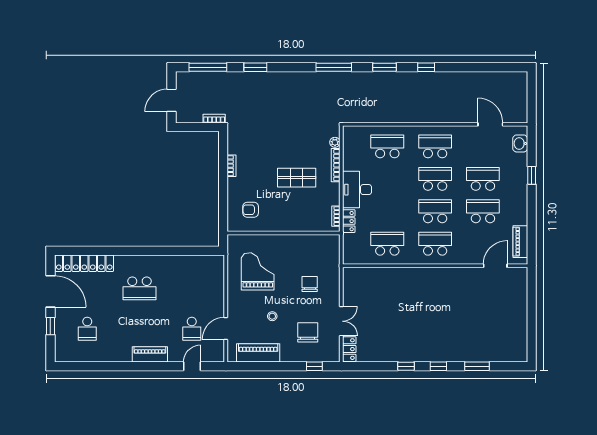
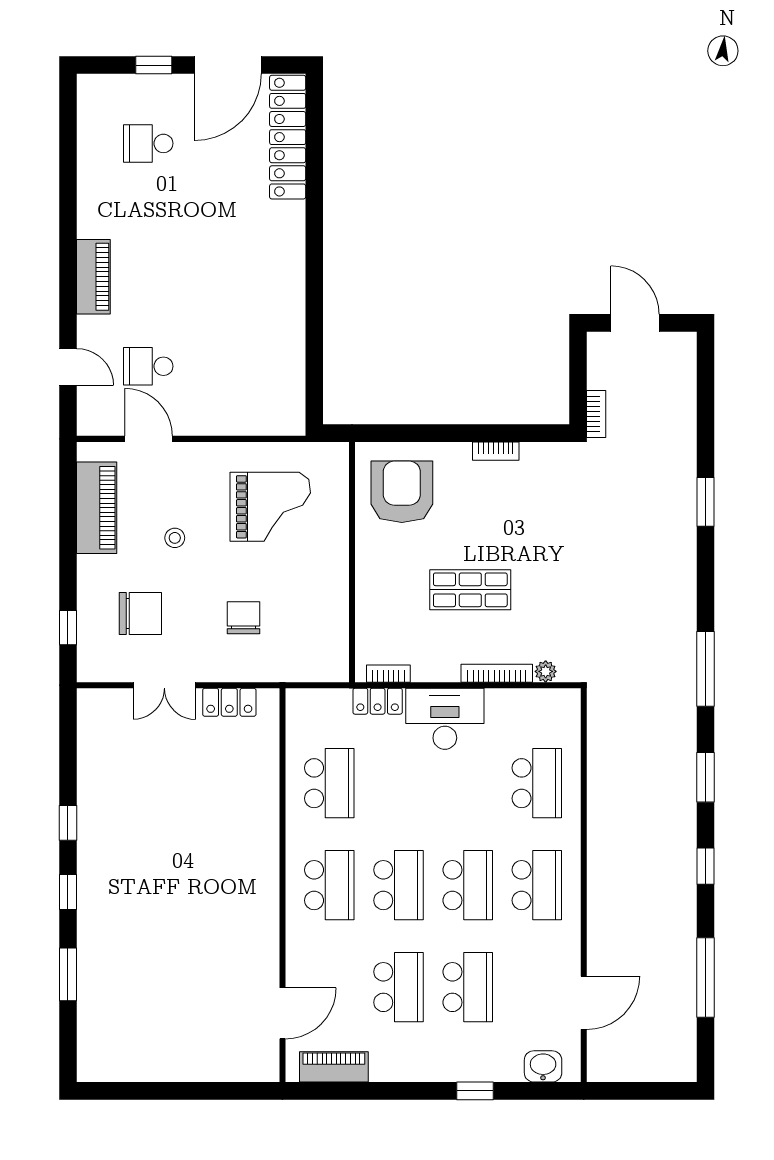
window: (208, 67) -> (706, 977), moved
shop shelf: (297, 178) -> (470, 590), turned 90
armchair: (251, 210) -> (402, 492), width x1.88, depth x1.88
door: (495, 266) -> (282, 1013), hinge flipped
chair: (310, 284) -> (243, 618), turned -90
school desk: (139, 288) -> (234, 255), removed
locker: (349, 349) -> (229, 702), moved

